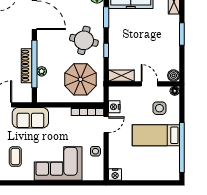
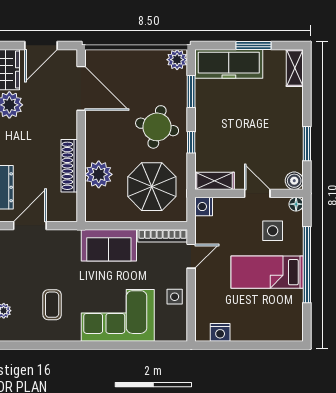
window: (182, 34) -> (307, 144), moved
window: (34, 64) -> (81, 163), removed
plant: (42, 71) -> (99, 174), width x1.88, depth x1.88
nightstand: (114, 107) -> (204, 207), moved
sofa: (30, 118) -> (109, 245), moved
window: (182, 147) -> (307, 265), moved
nightstand: (115, 175) -> (220, 332), moved

